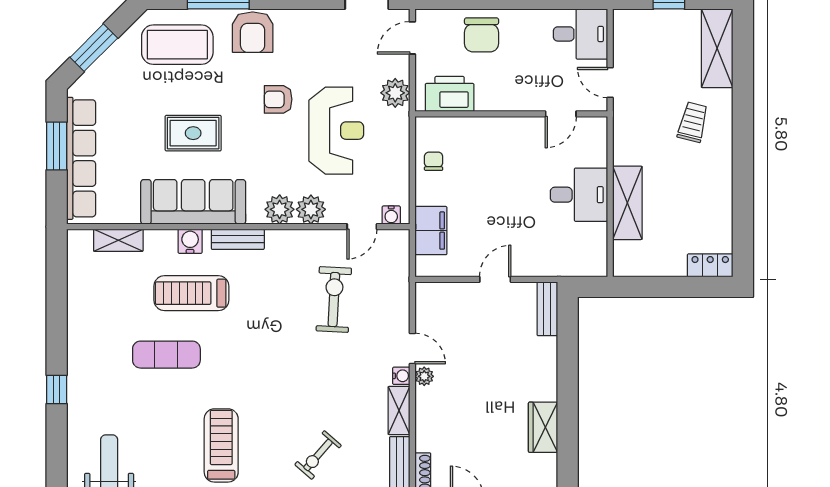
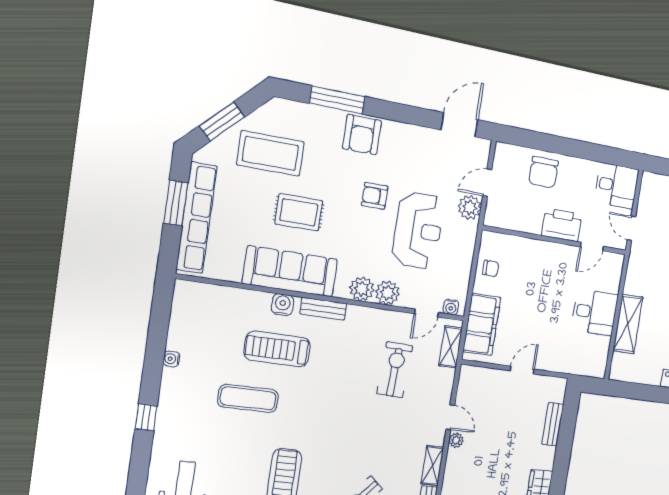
door: (412, 38) -> (487, 183), moved
coffee table: (177, 45) -> (271, 153), moved
printer: (450, 94) -> (562, 225), moved
chair: (434, 161) -> (491, 268), turned 90
filing cabinet: (431, 231) -> (482, 325), width x1.50, depth x1.17
shelving: (118, 240) -> (451, 347), moved, turned 90
bench: (547, 309) -> (553, 424), moved
water cooler: (401, 376) -> (171, 359), moved, turned 180

